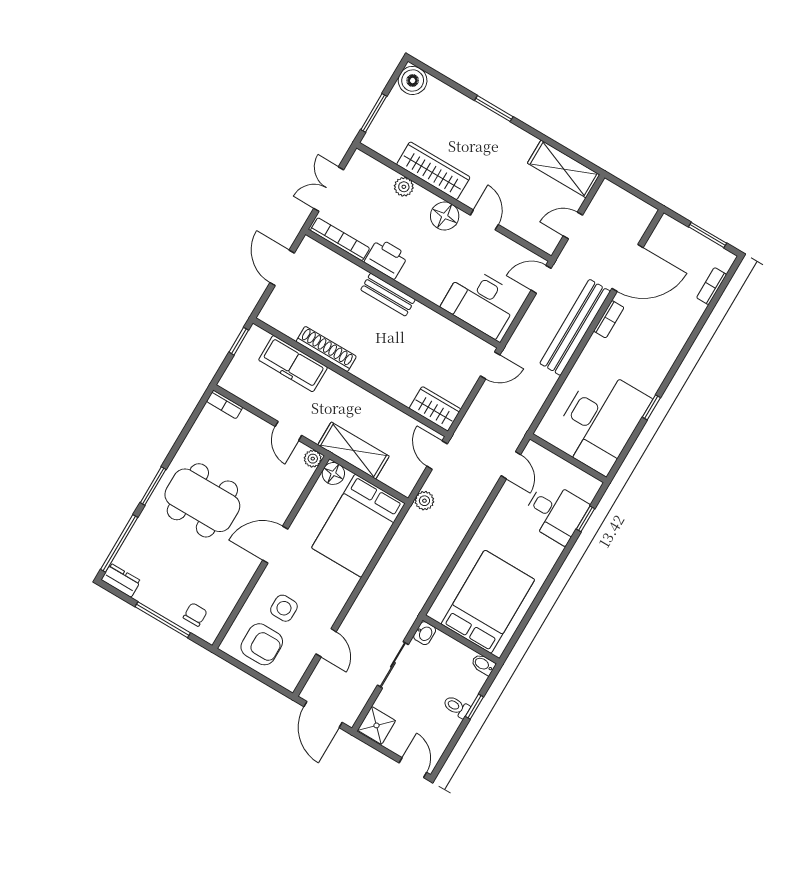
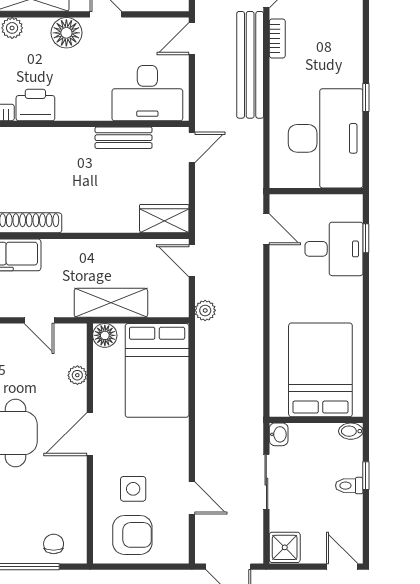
bench: (388, 295) -> (124, 138), moved
plant: (313, 459) -> (77, 375), moved

